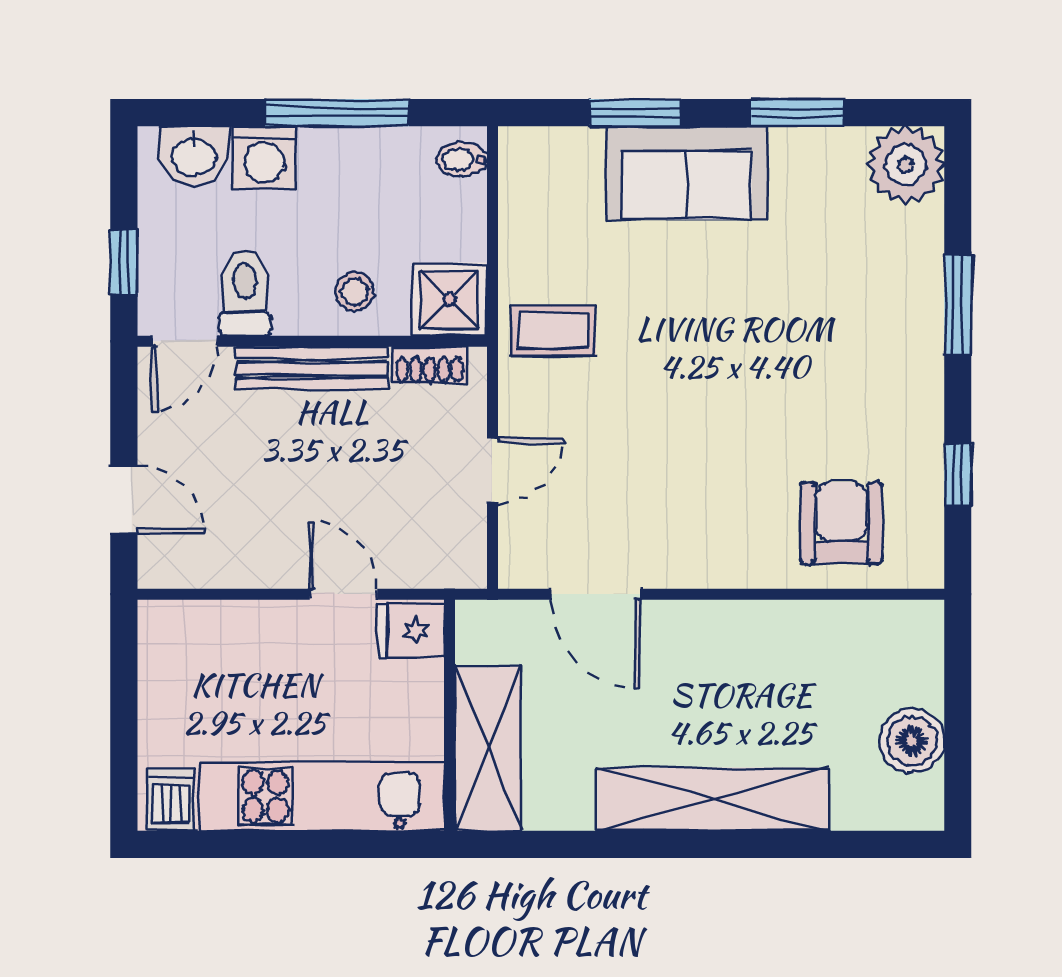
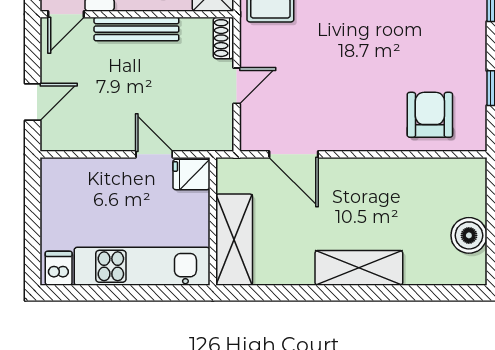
shoe rack: (430, 365) -> (224, 38), moved, turned 90
door: (124, 500) -> (33, 102), hinge flipped
shelving: (713, 799) -> (359, 268), width x0.68

